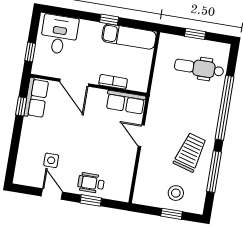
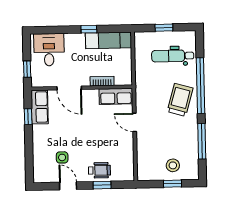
trolley: (190, 152) -> (180, 100), moved
wheelchair: (91, 183) -> (99, 170), turned 180

